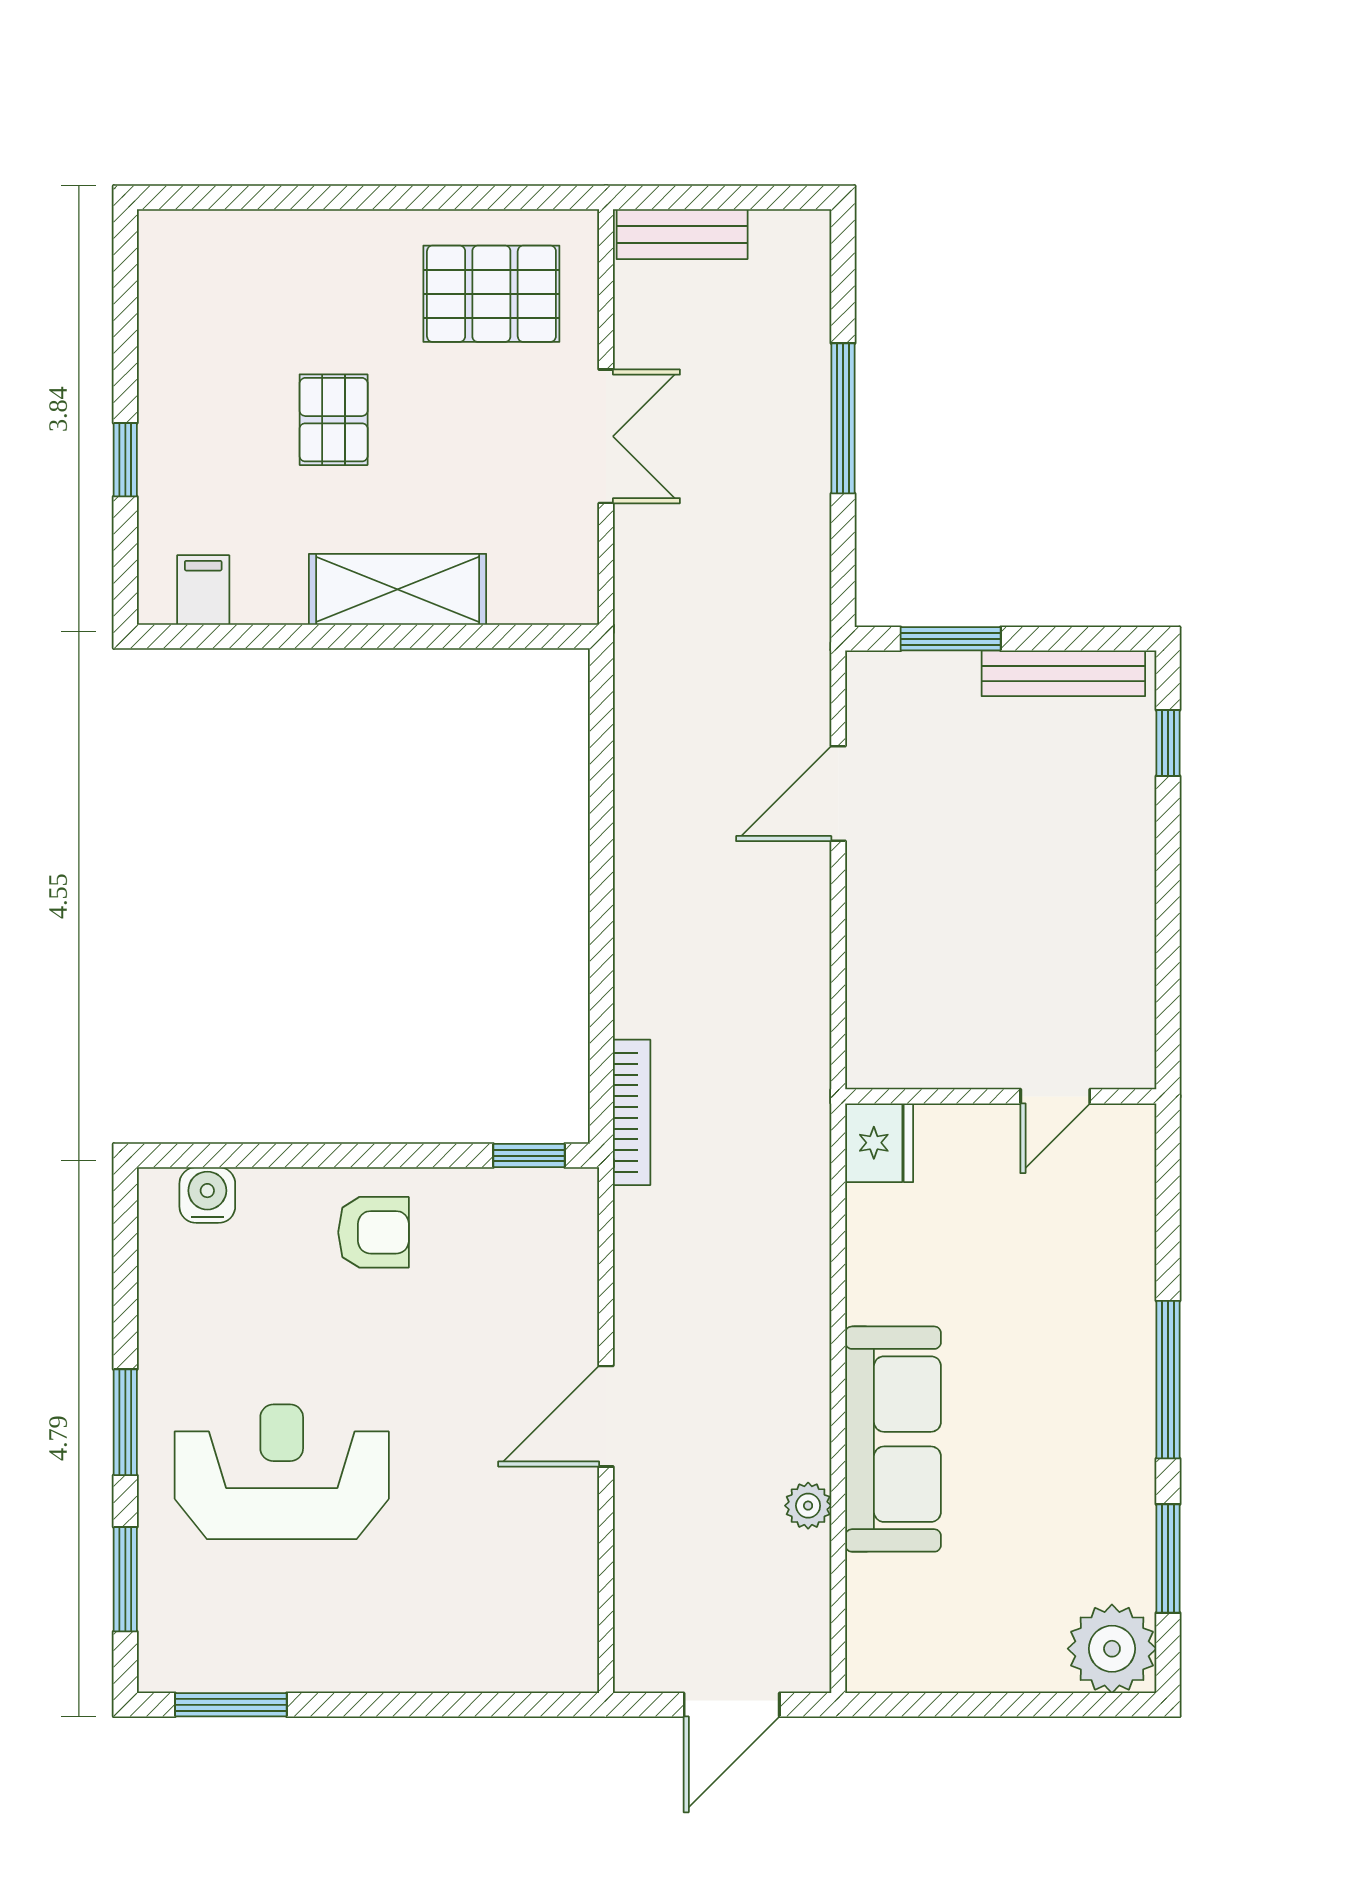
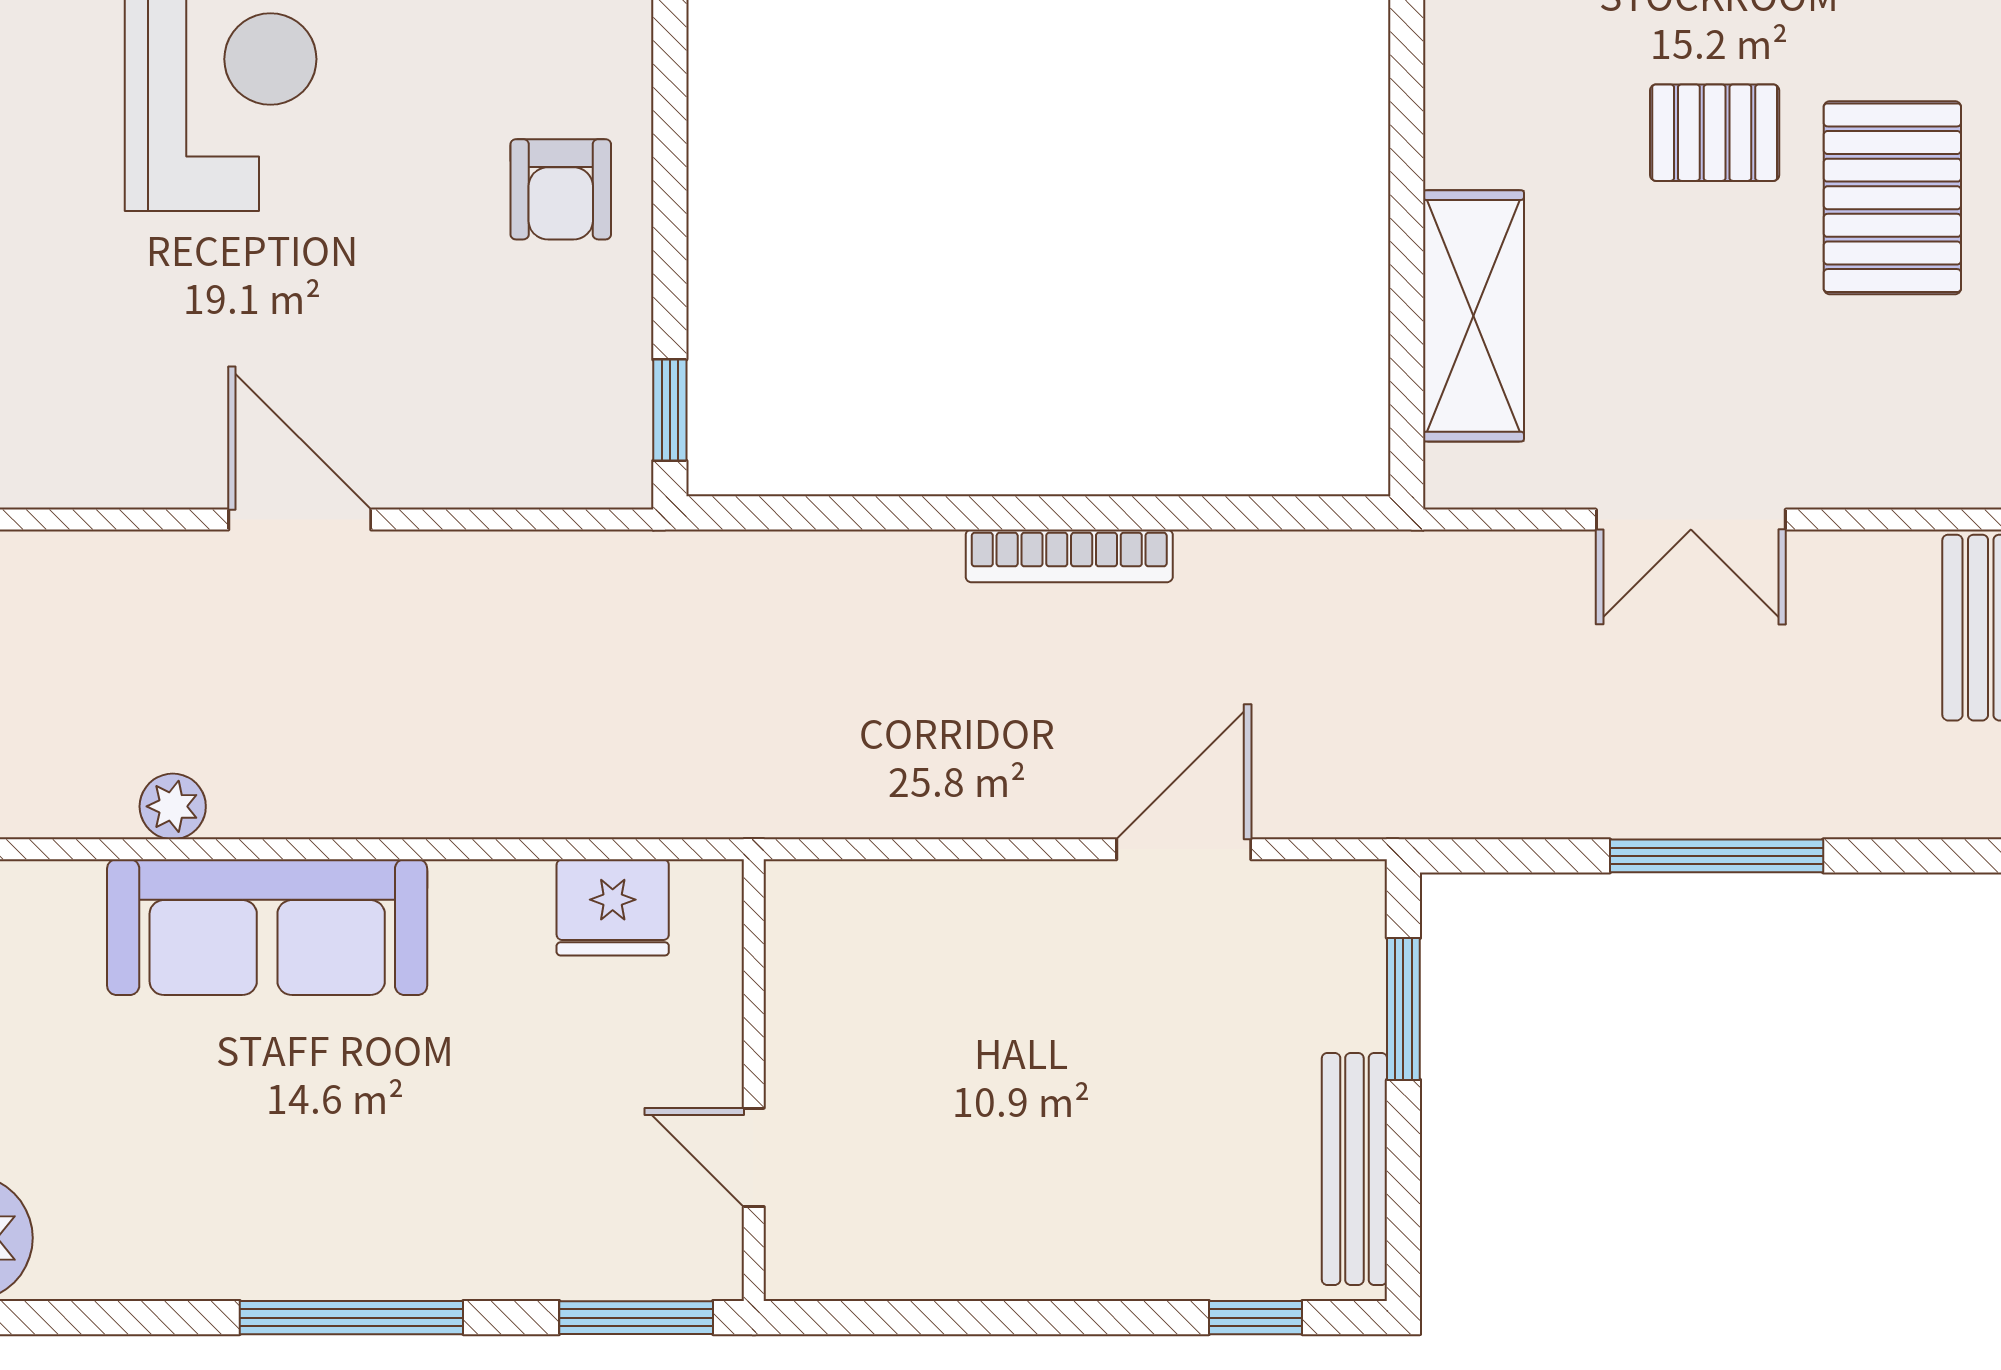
pallet: (491, 294) -> (1892, 198), moved
shelving: (398, 589) -> (1474, 316), moved
door: (838, 794) -> (1184, 849), hinge flipped
bookcase: (632, 1112) -> (1069, 556), moved
fridge: (879, 1143) -> (613, 907), moved
window: (1168, 1559) -> (636, 1318), moved

